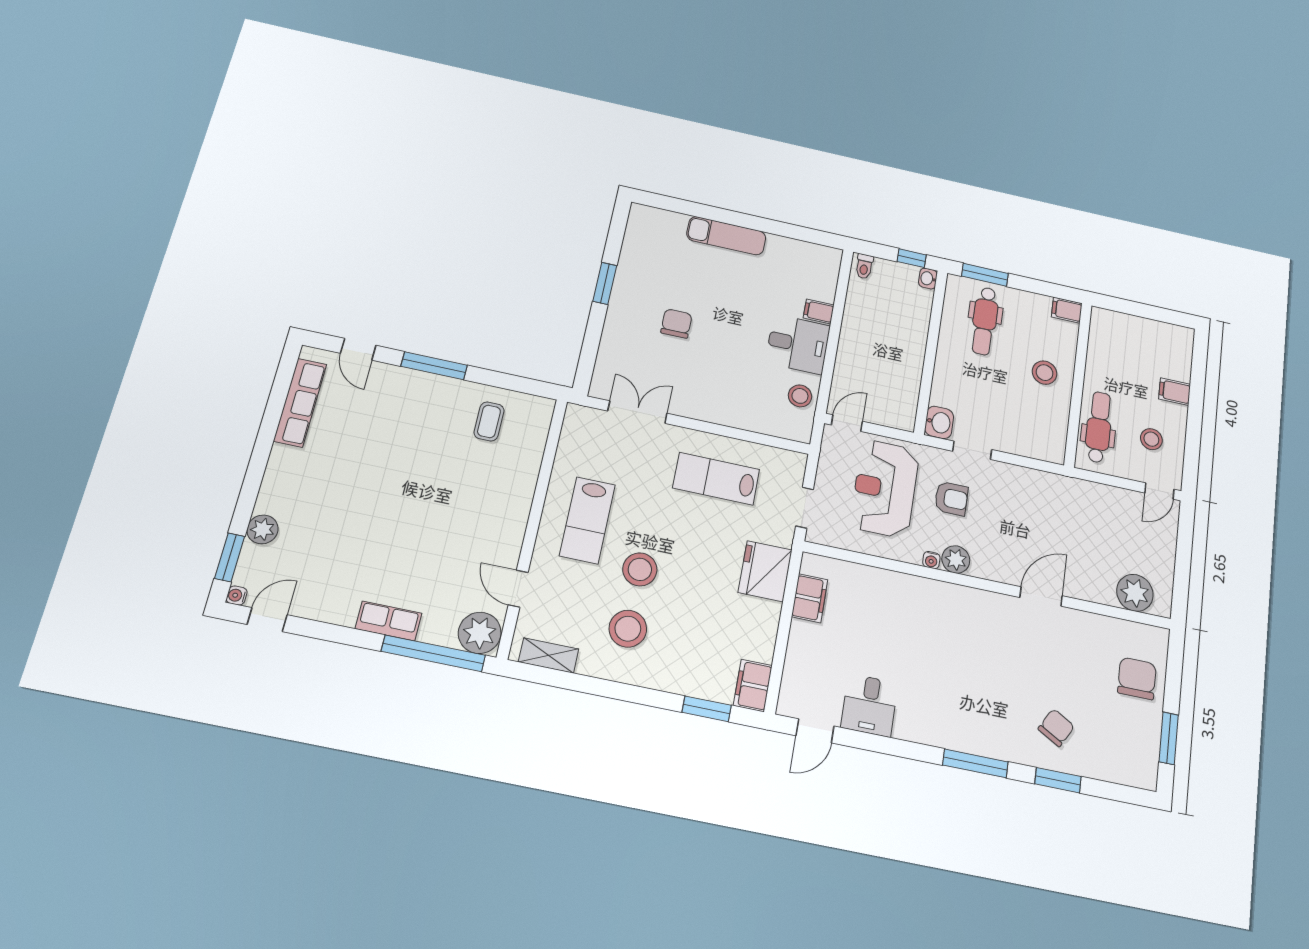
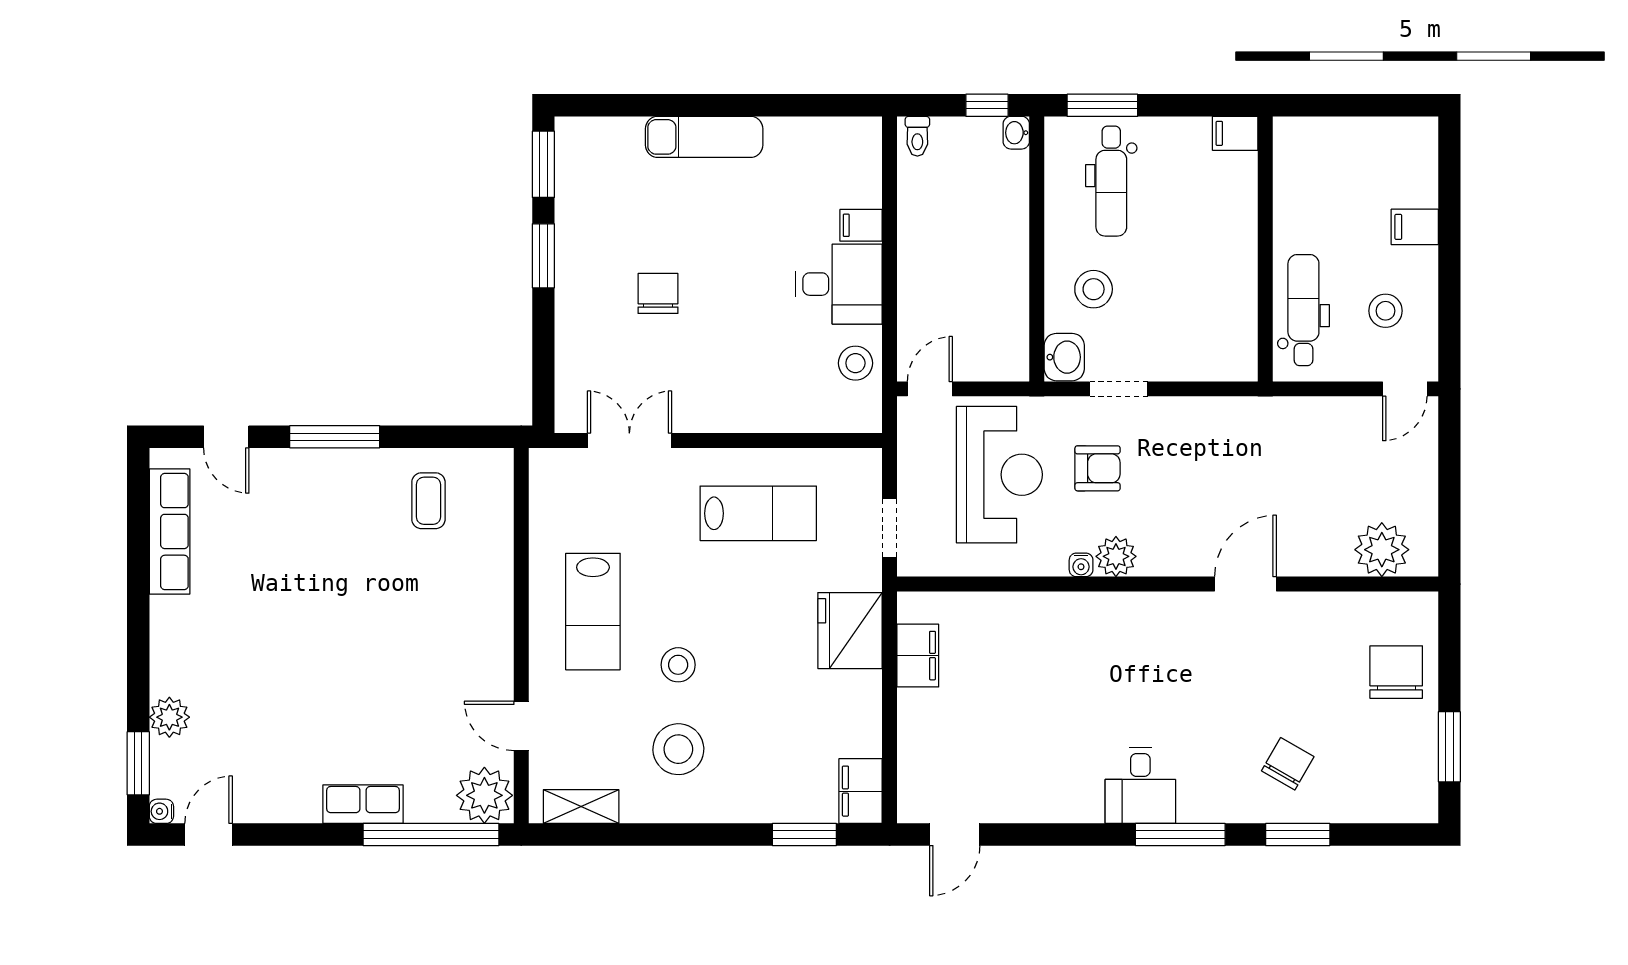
window: (617, 228) -> (543, 164), added
stool: (1045, 373) -> (1094, 289), moved
lab bench: (716, 479) -> (758, 513), turned 180
reception desk: (885, 489) -> (999, 475), turned 180
stool: (640, 569) -> (678, 665), width x0.73, depth x0.73
desk: (869, 705) -> (1140, 785), moved

